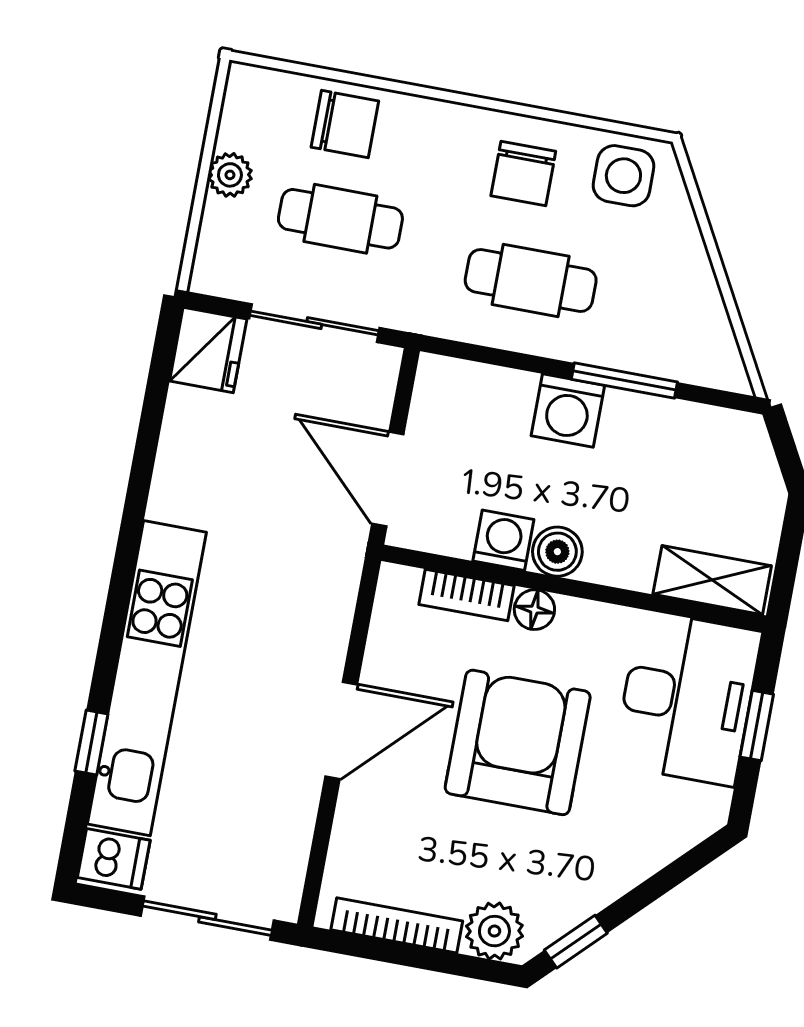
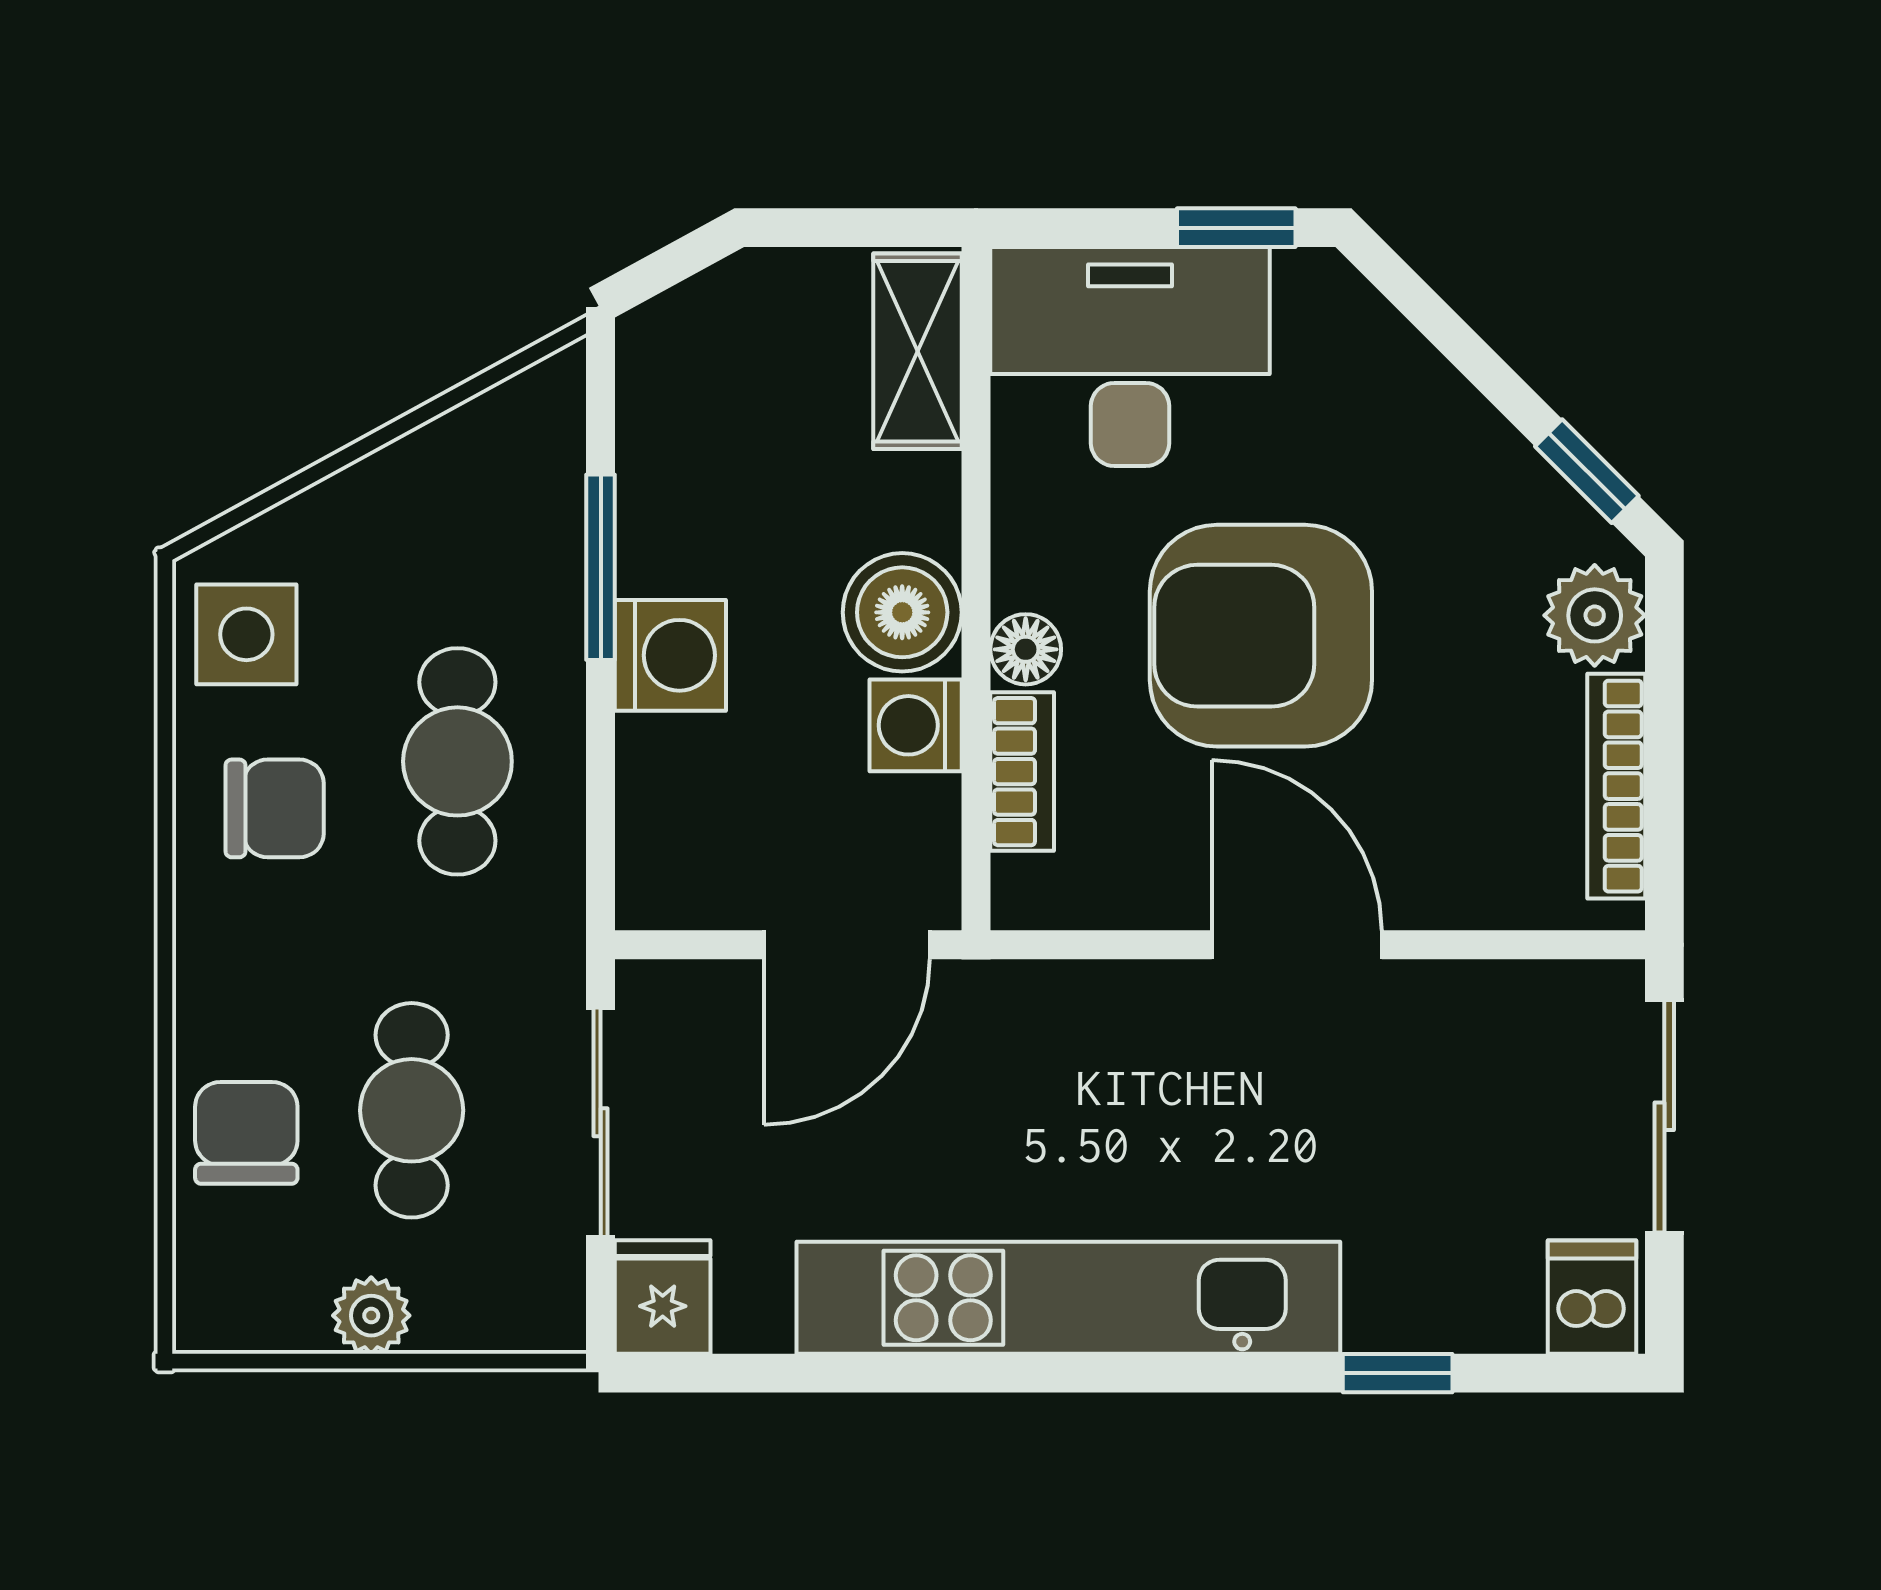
fridge: (208, 350) -> (663, 1297), width x0.72
boiler: (557, 552) -> (902, 612), width x1.36, depth x1.36
kitchen unit: (147, 678) -> (1068, 1298), moved
window: (757, 726) -> (1236, 228), moved

